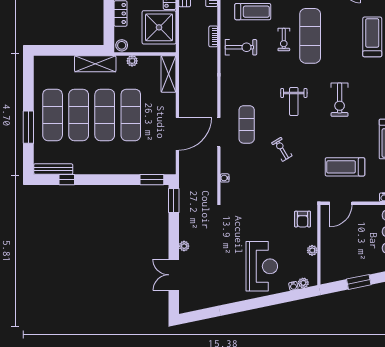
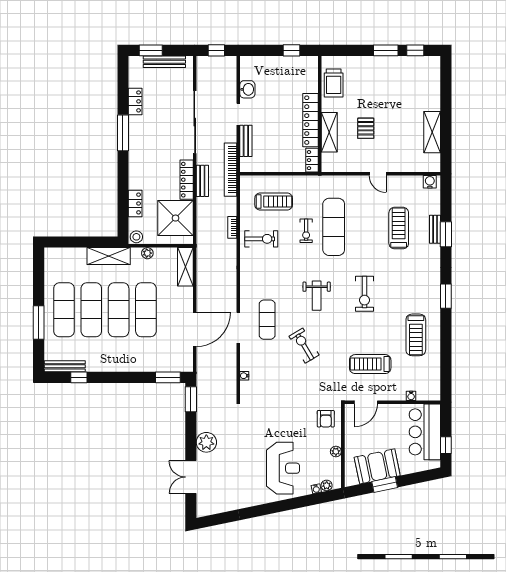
exercise bike: (282, 149) -> (304, 346), width x1.38, depth x1.39
plant: (184, 246) -> (206, 442), width x1.88, depth x1.88
booth: (352, 265) -> (377, 466), added

